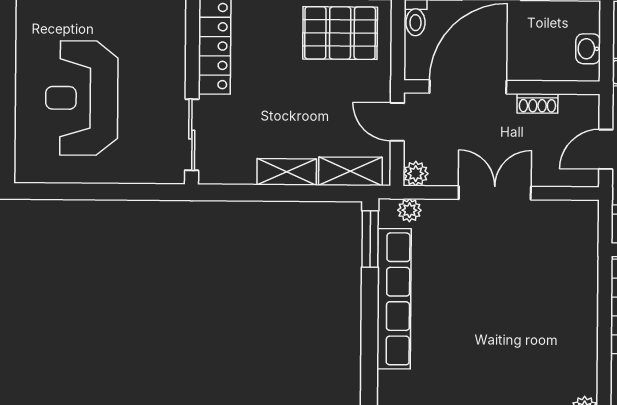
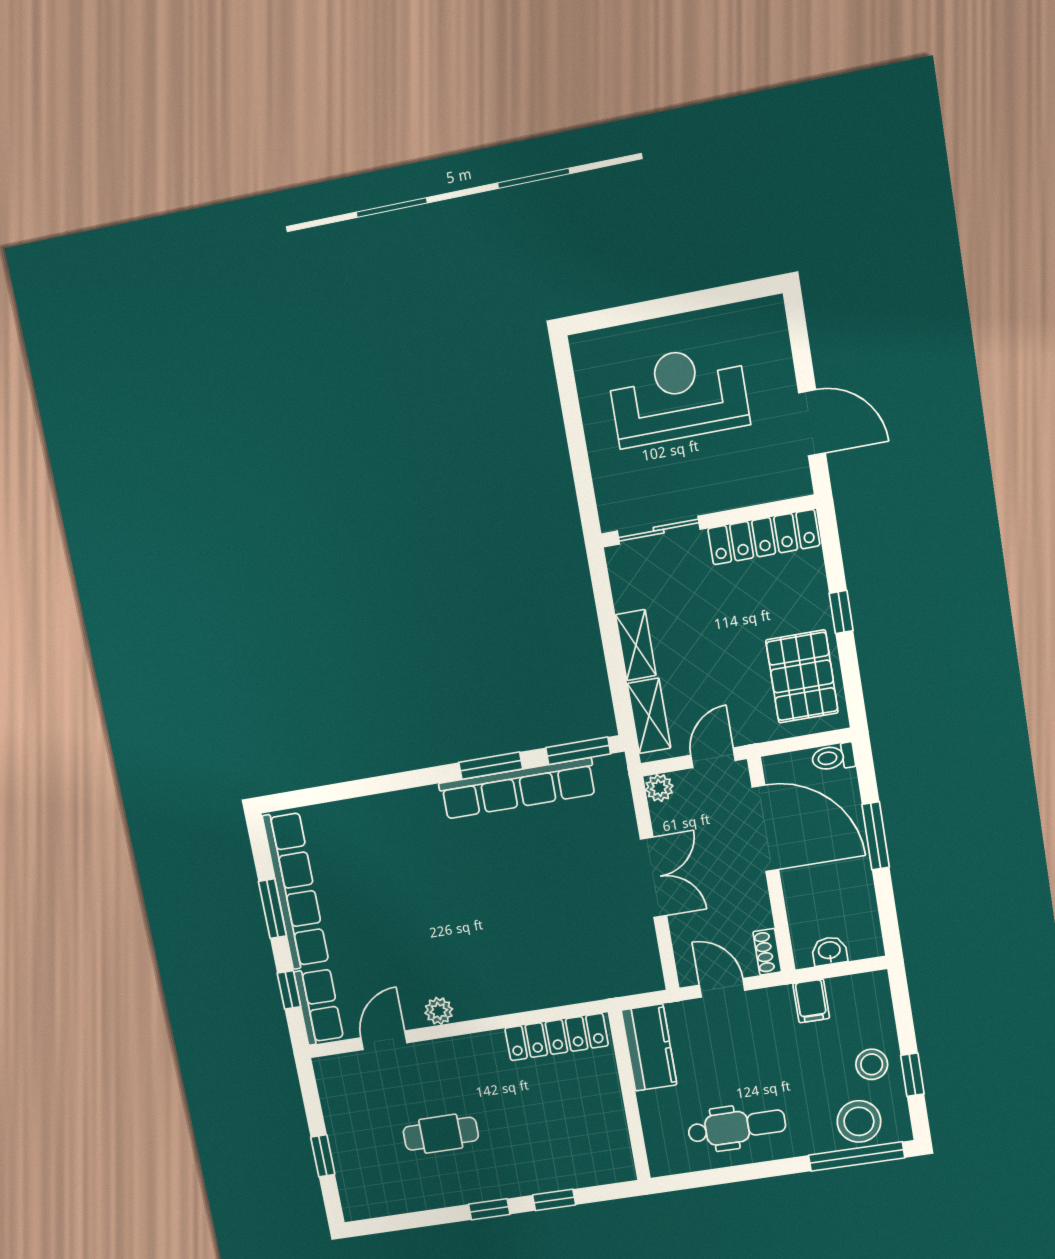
shoe rack: (537, 103) -> (767, 952), moved
plant: (409, 210) -> (618, 788), removed
window: (370, 319) -> (491, 766), added

